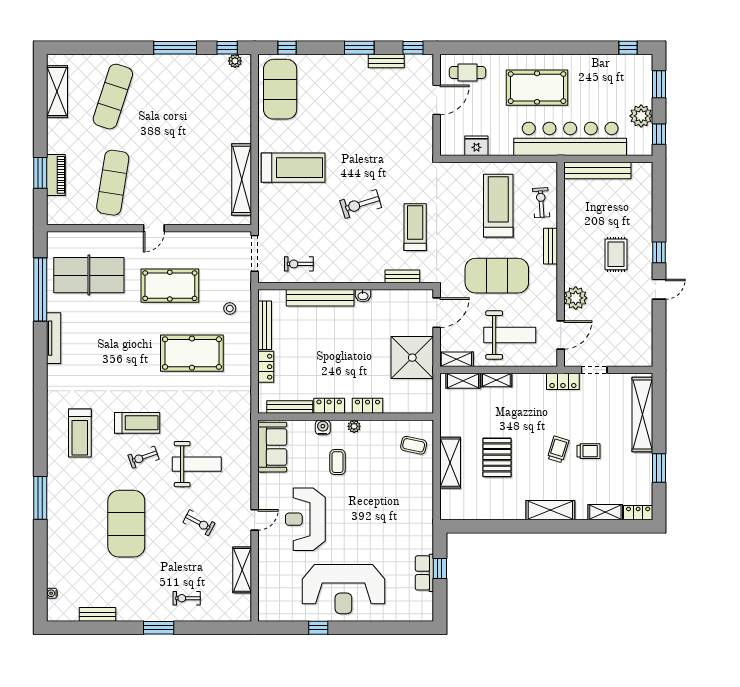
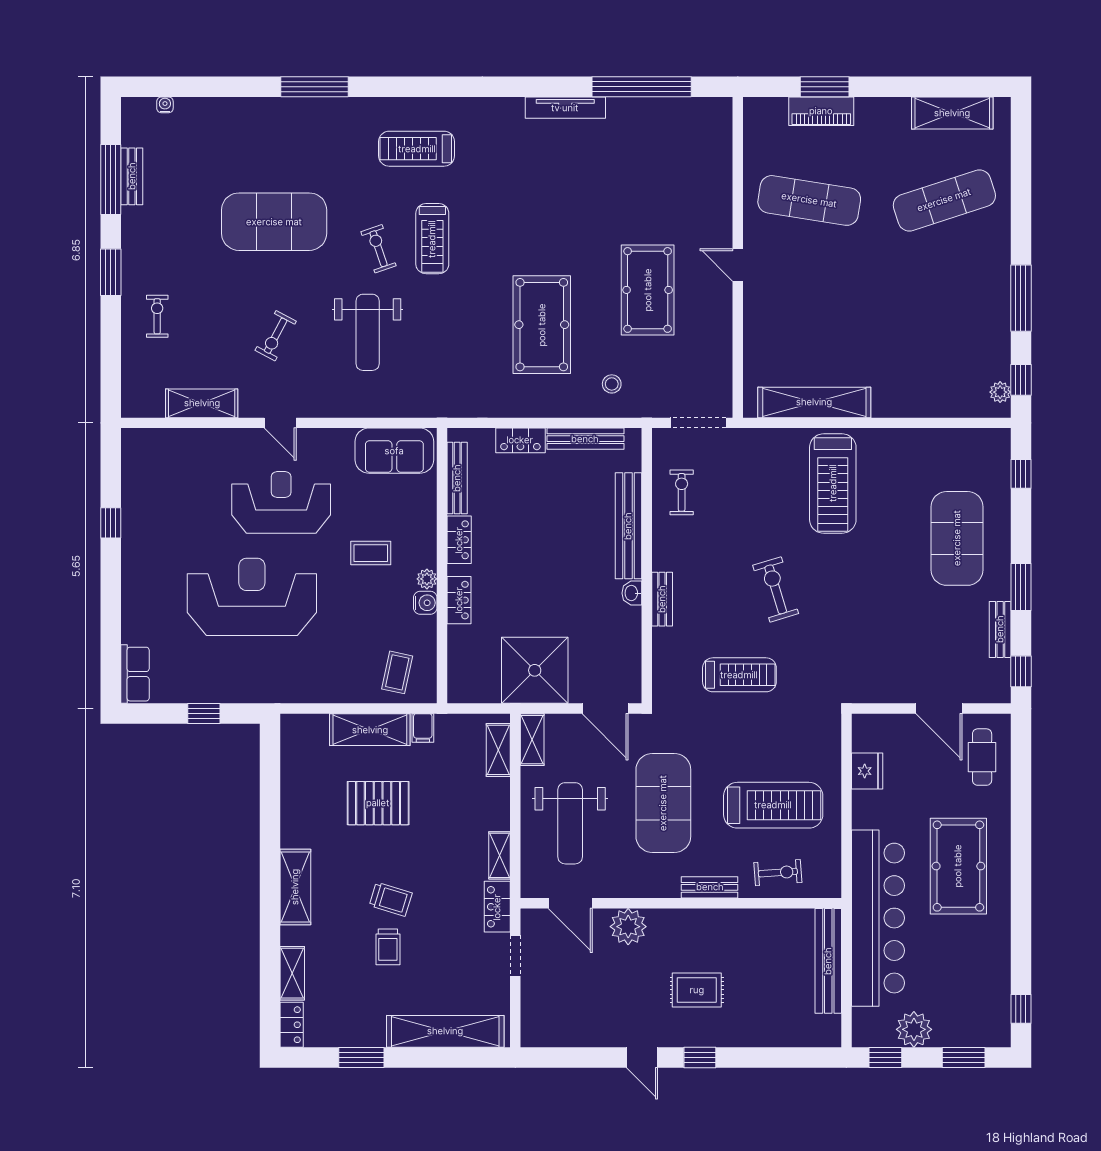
exercise mat: (280, 89) -> (957, 538), moved, turned 90
exercise mat: (113, 97) -> (944, 200), turned -36
table tennis table: (89, 275) -> (664, 163), removed
bench: (402, 276) -> (662, 599), moved
shelving: (496, 380) -> (500, 855), moved
water cooler: (323, 427) -> (425, 603), moved
filing cabinet: (449, 429) -> (423, 728), added
row of seats: (424, 573) -> (135, 674), moved, turned 90
reception desk: (343, 589) -> (252, 597), moved, turned 90
window: (99, 628) -> (111, 179), added

